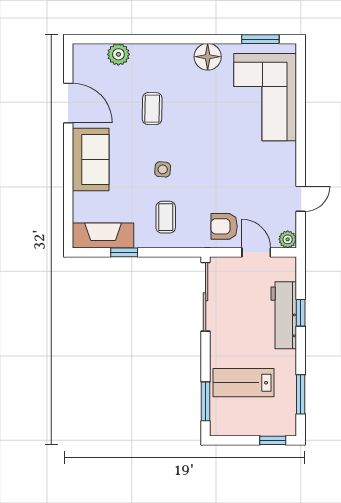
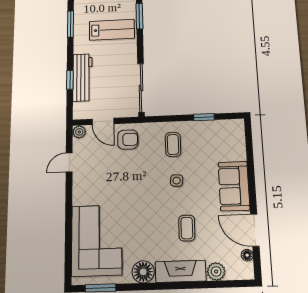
floor lamp: (80, 73) -> (247, 255), added
fireplace: (103, 236) -> (181, 271), moved, turned 180

